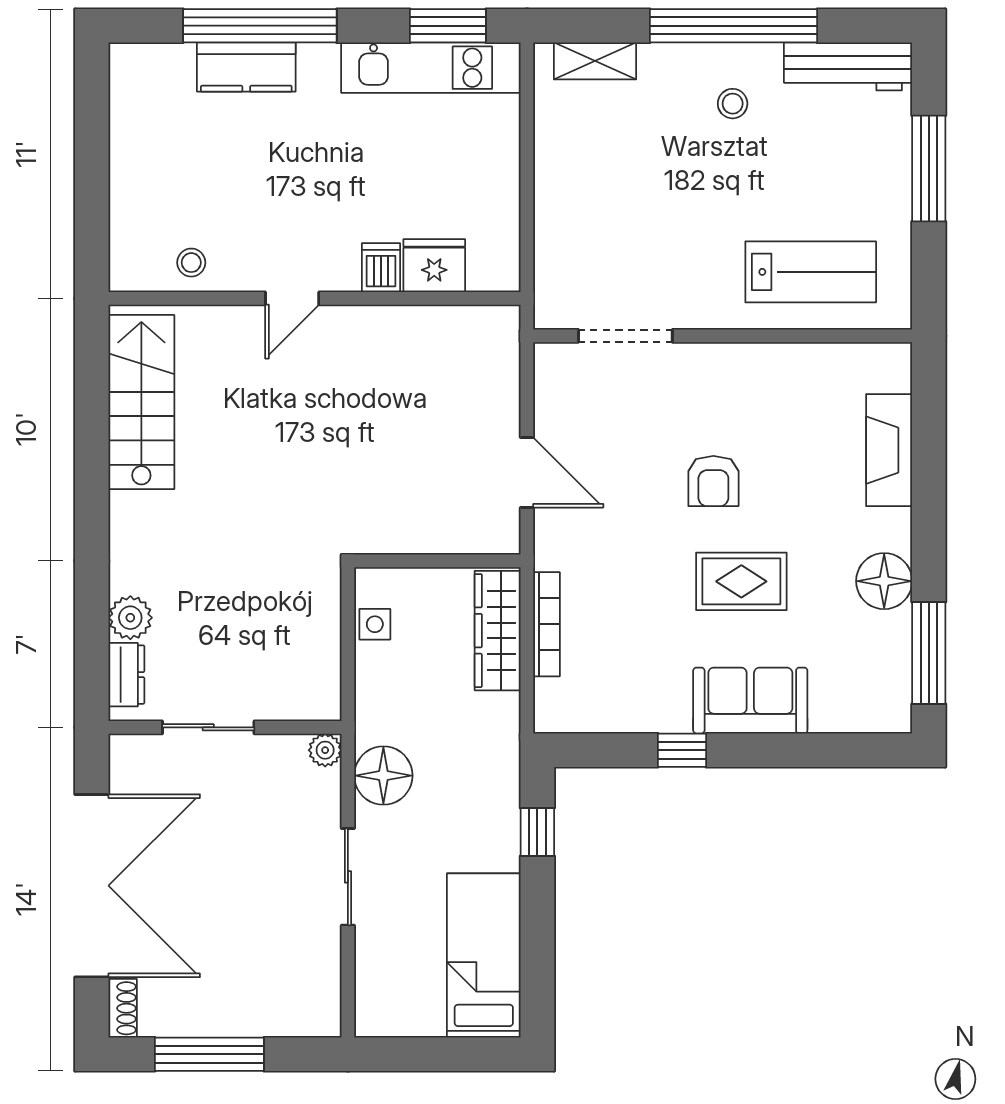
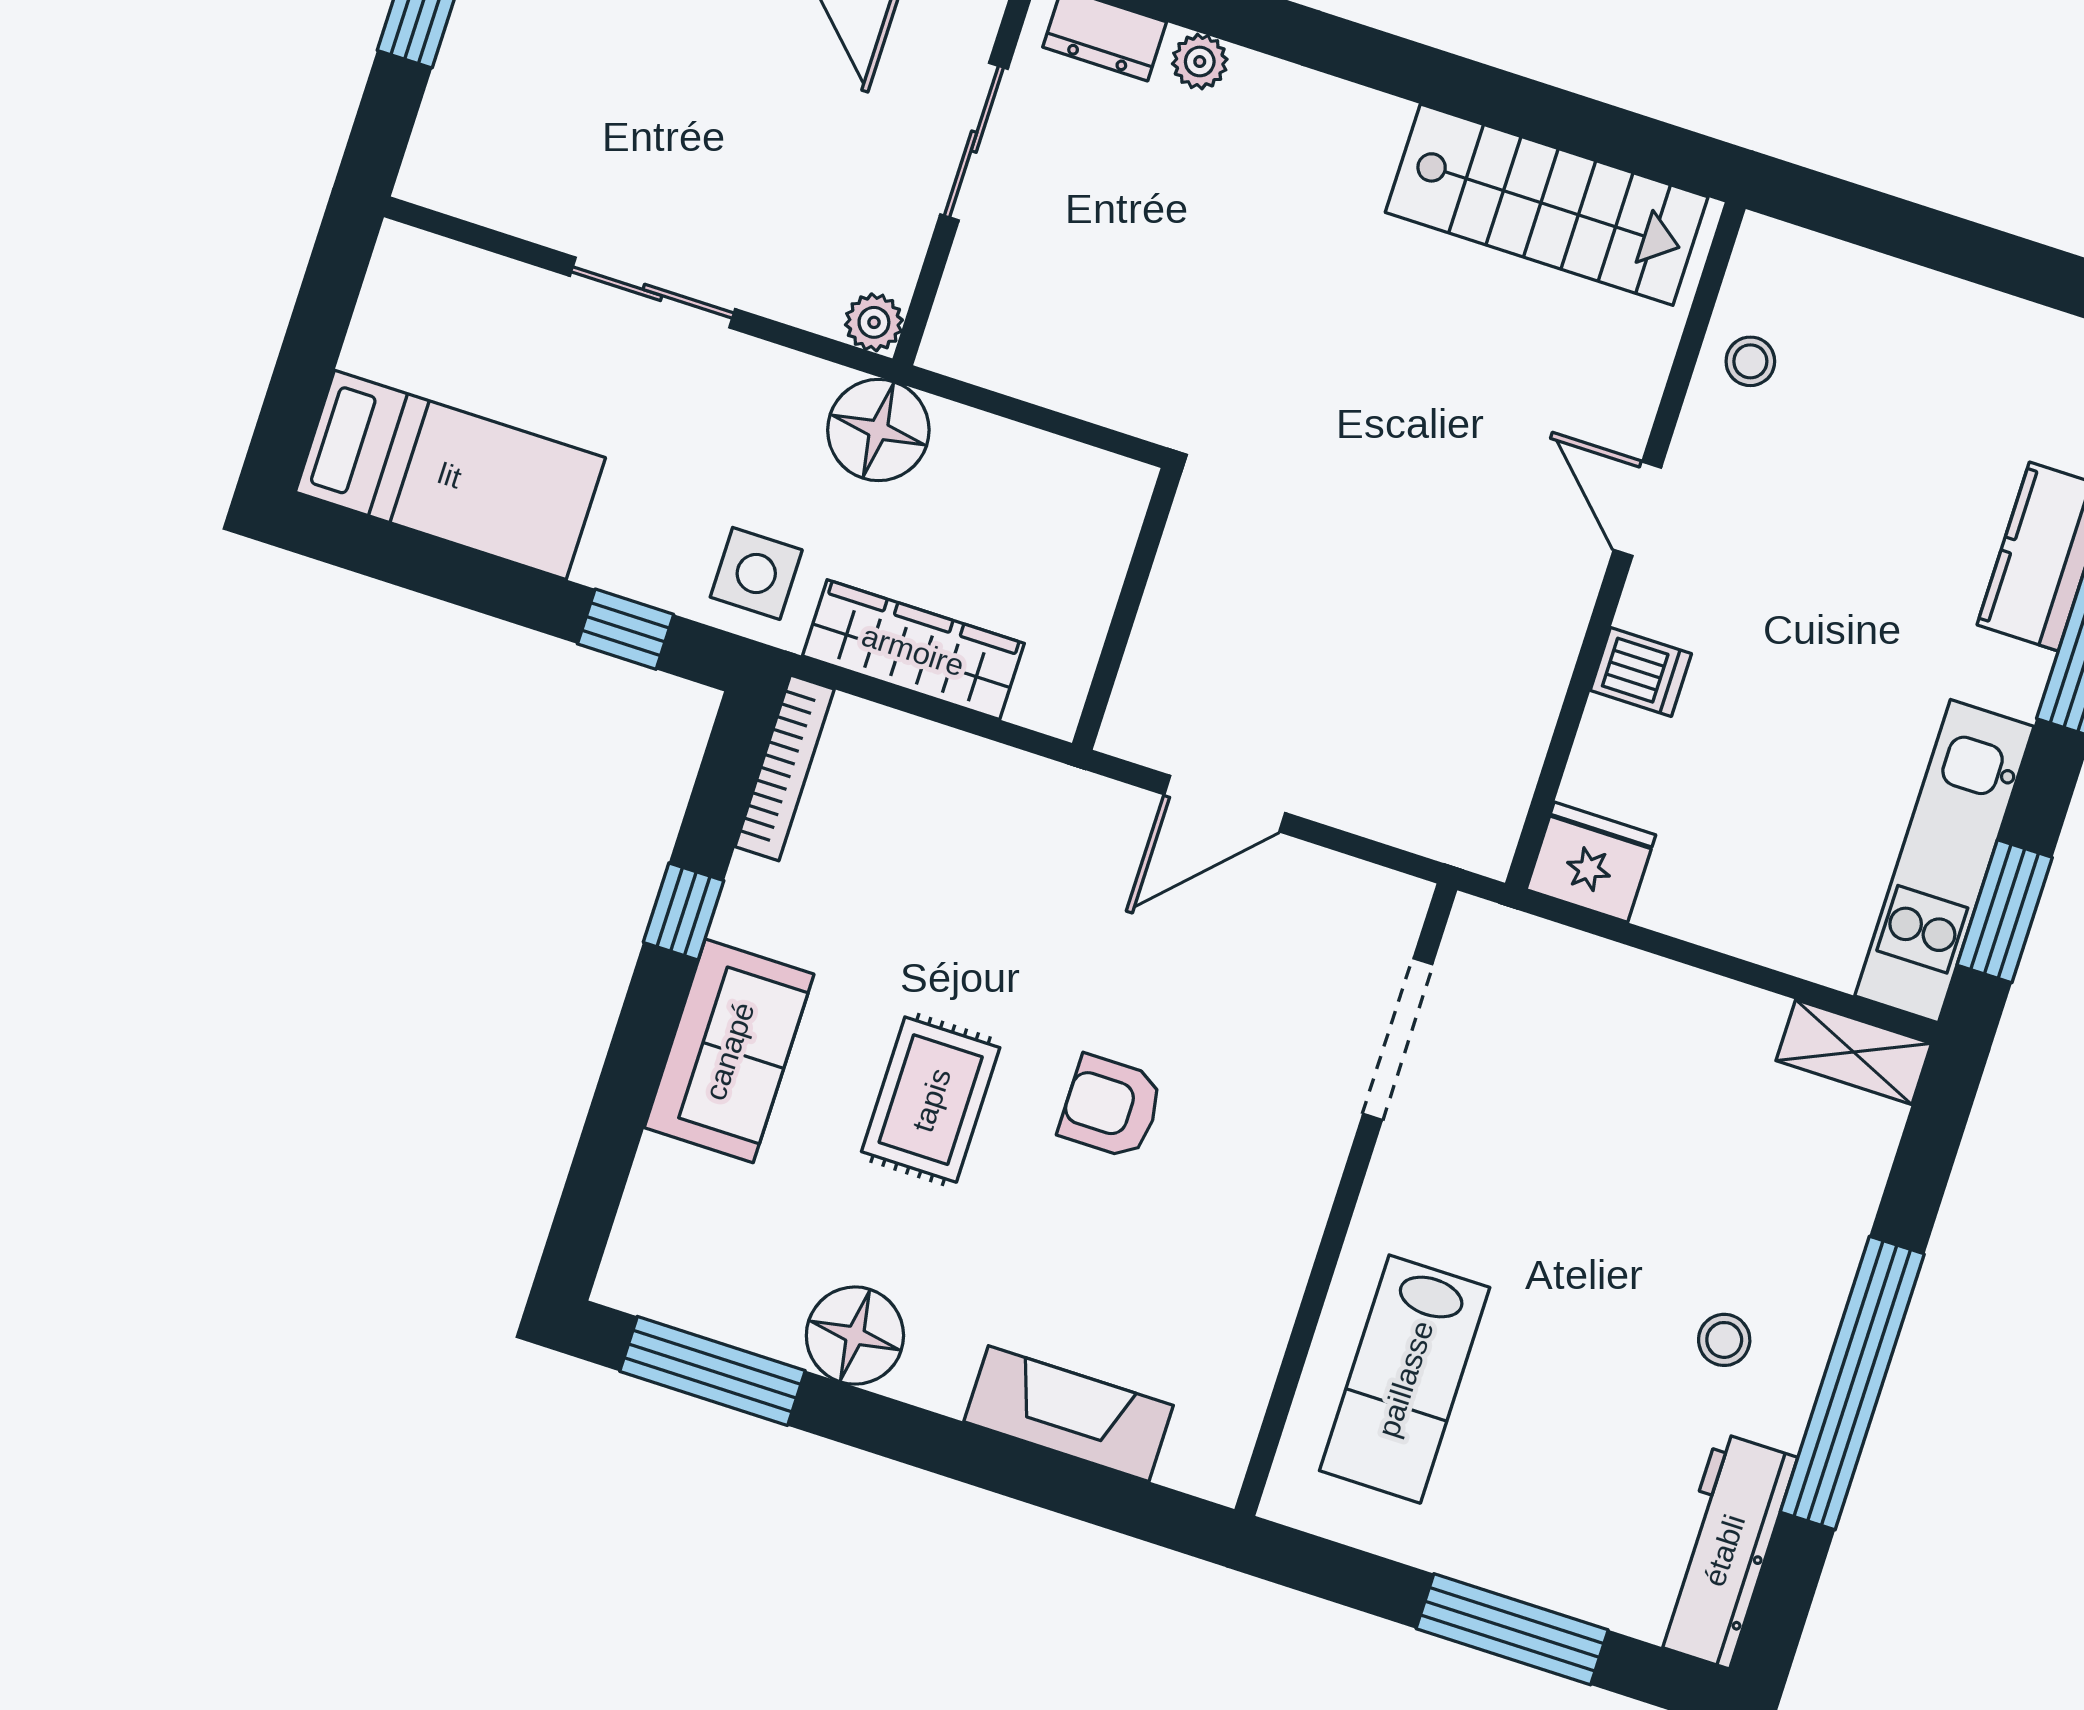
shelving: (595, 61) -> (1854, 1052), moved, turned 90
fridge: (434, 266) -> (1591, 862), moved, turned -90
plant: (130, 618) -> (1200, 62), width x0.73, depth x0.73
side table: (375, 624) -> (756, 573), moved, width x1.37, depth x1.37
bookcase: (547, 624) -> (785, 768), moved, turned -90
wardrobe: (498, 631) -> (913, 650), moved
floor lamp: (383, 776) -> (878, 430), moved

